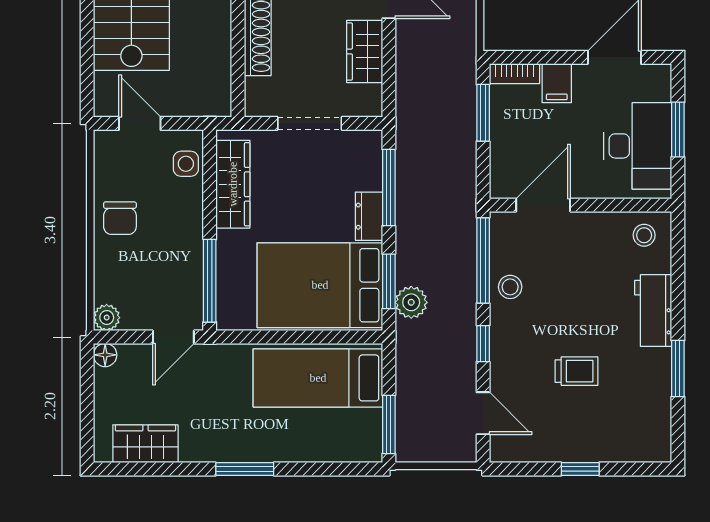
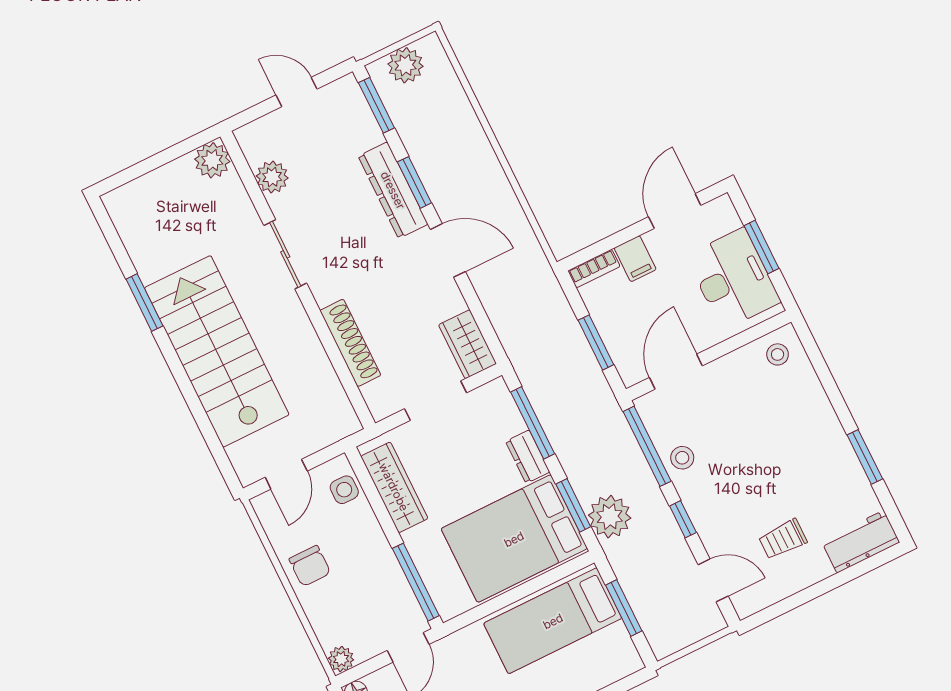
wardrobe: (365, 52) -> (468, 344), moved
window: (483, 113) -> (596, 342), moved
door: (140, 123) -> (286, 474), swing flipped
plant: (411, 302) -> (610, 517), width x1.36, depth x1.36
workbench: (653, 311) -> (860, 542), moved, turned 90
trolley: (577, 371) -> (783, 539), moved, turned 180
window: (389, 424) -> (624, 608), moved
window: (580, 469) -> (822, 587), removed

